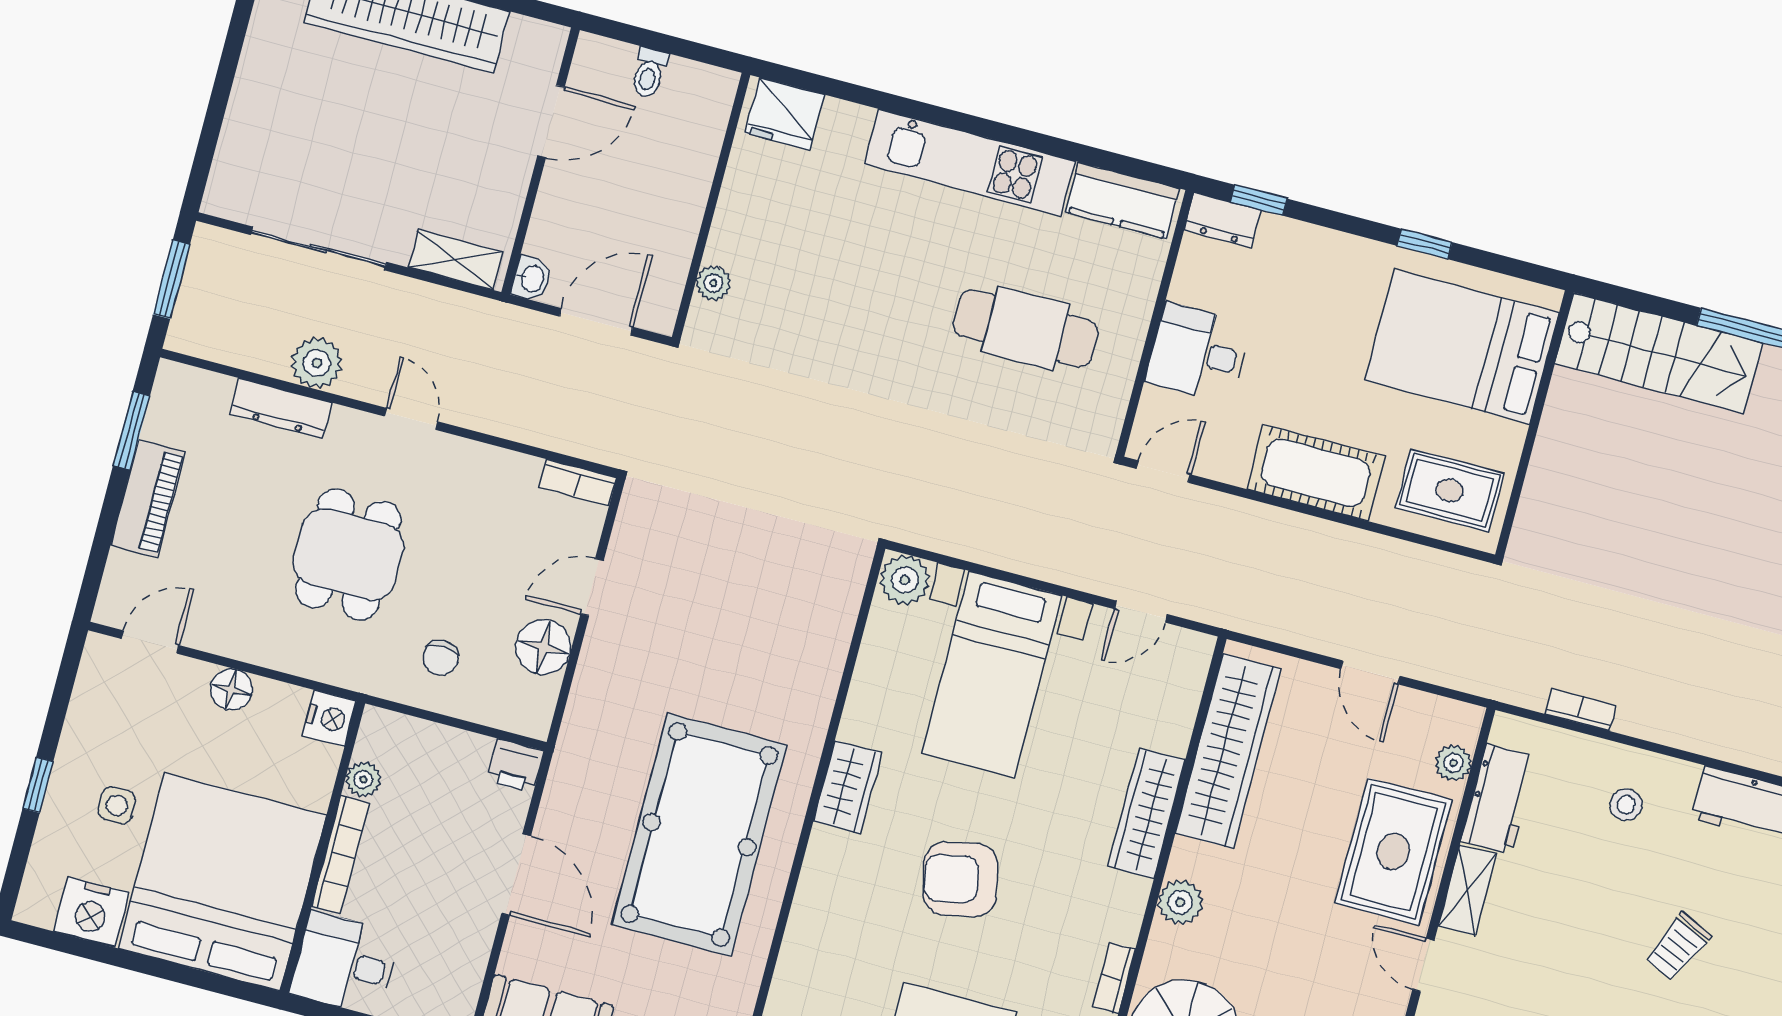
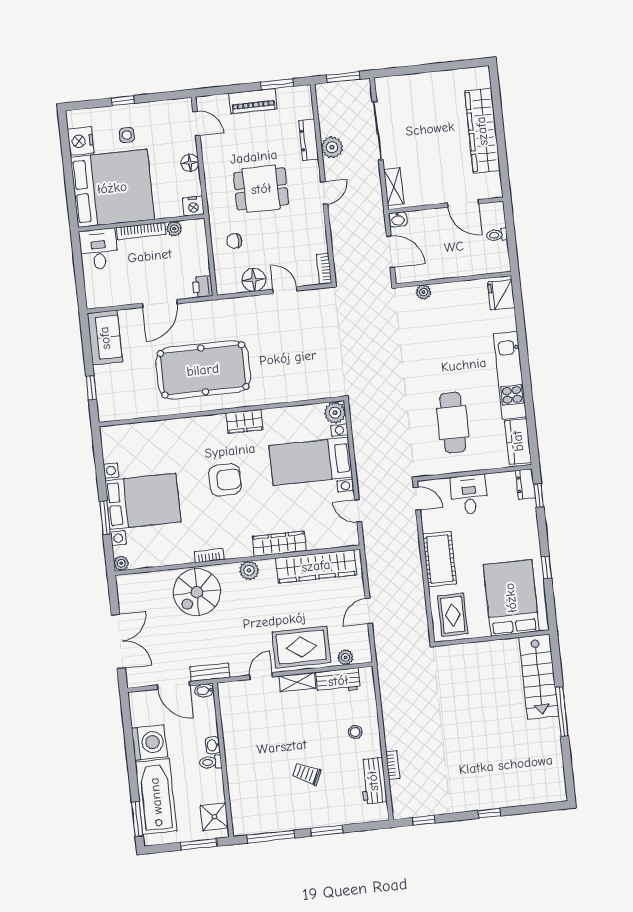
bookcase: (1581, 710) -> (393, 765), moved
armchair: (960, 879) -> (225, 480), turned 102

